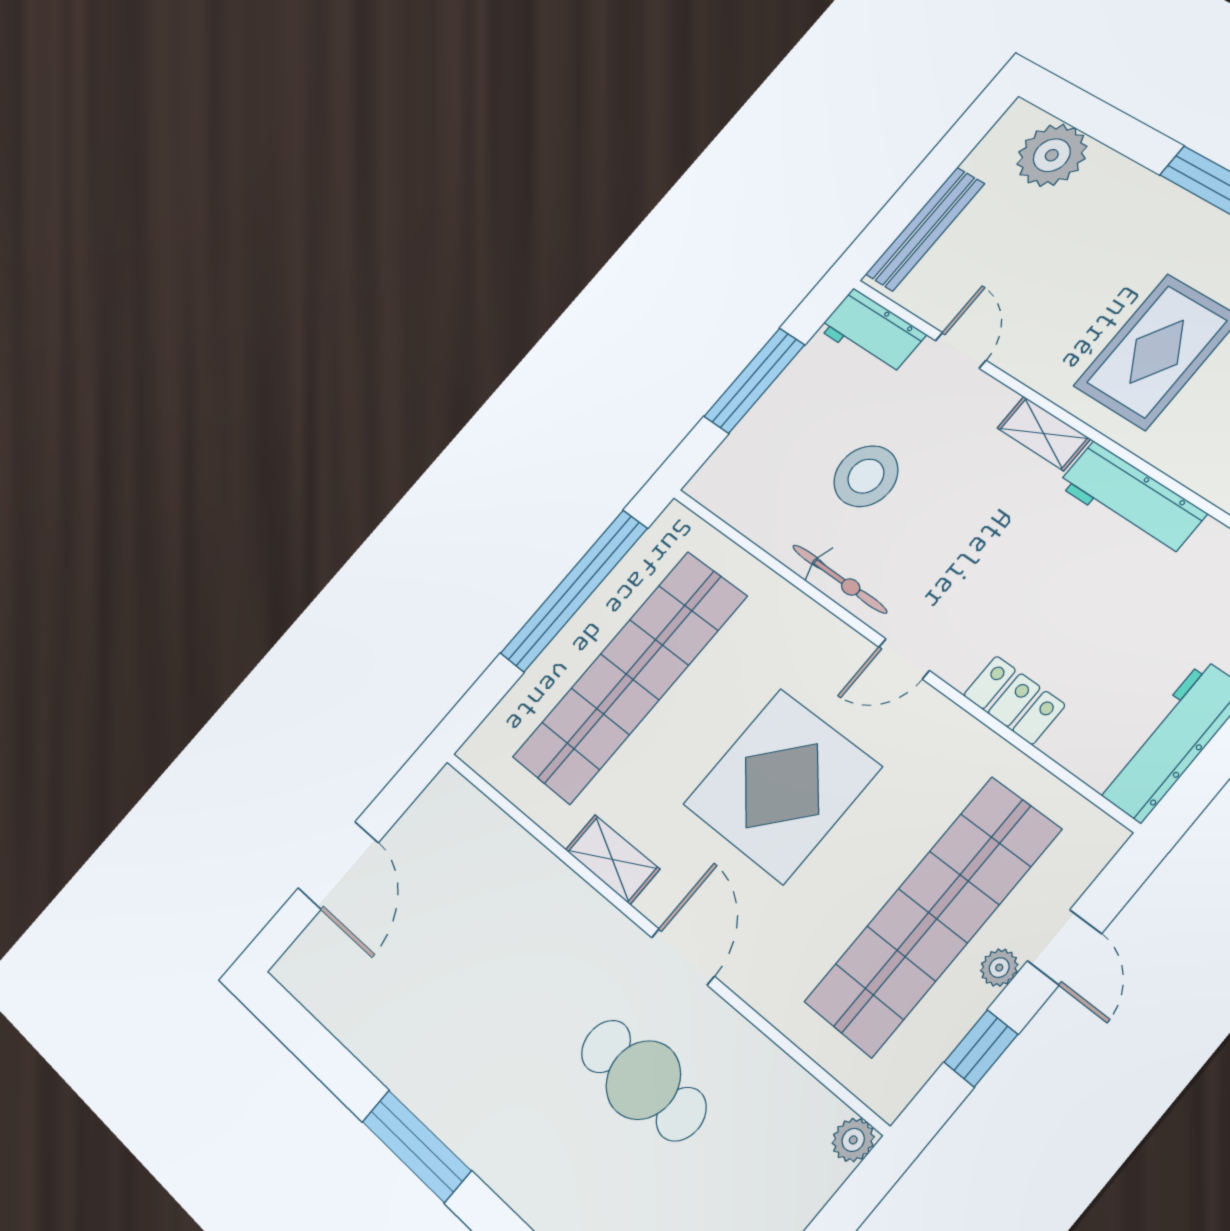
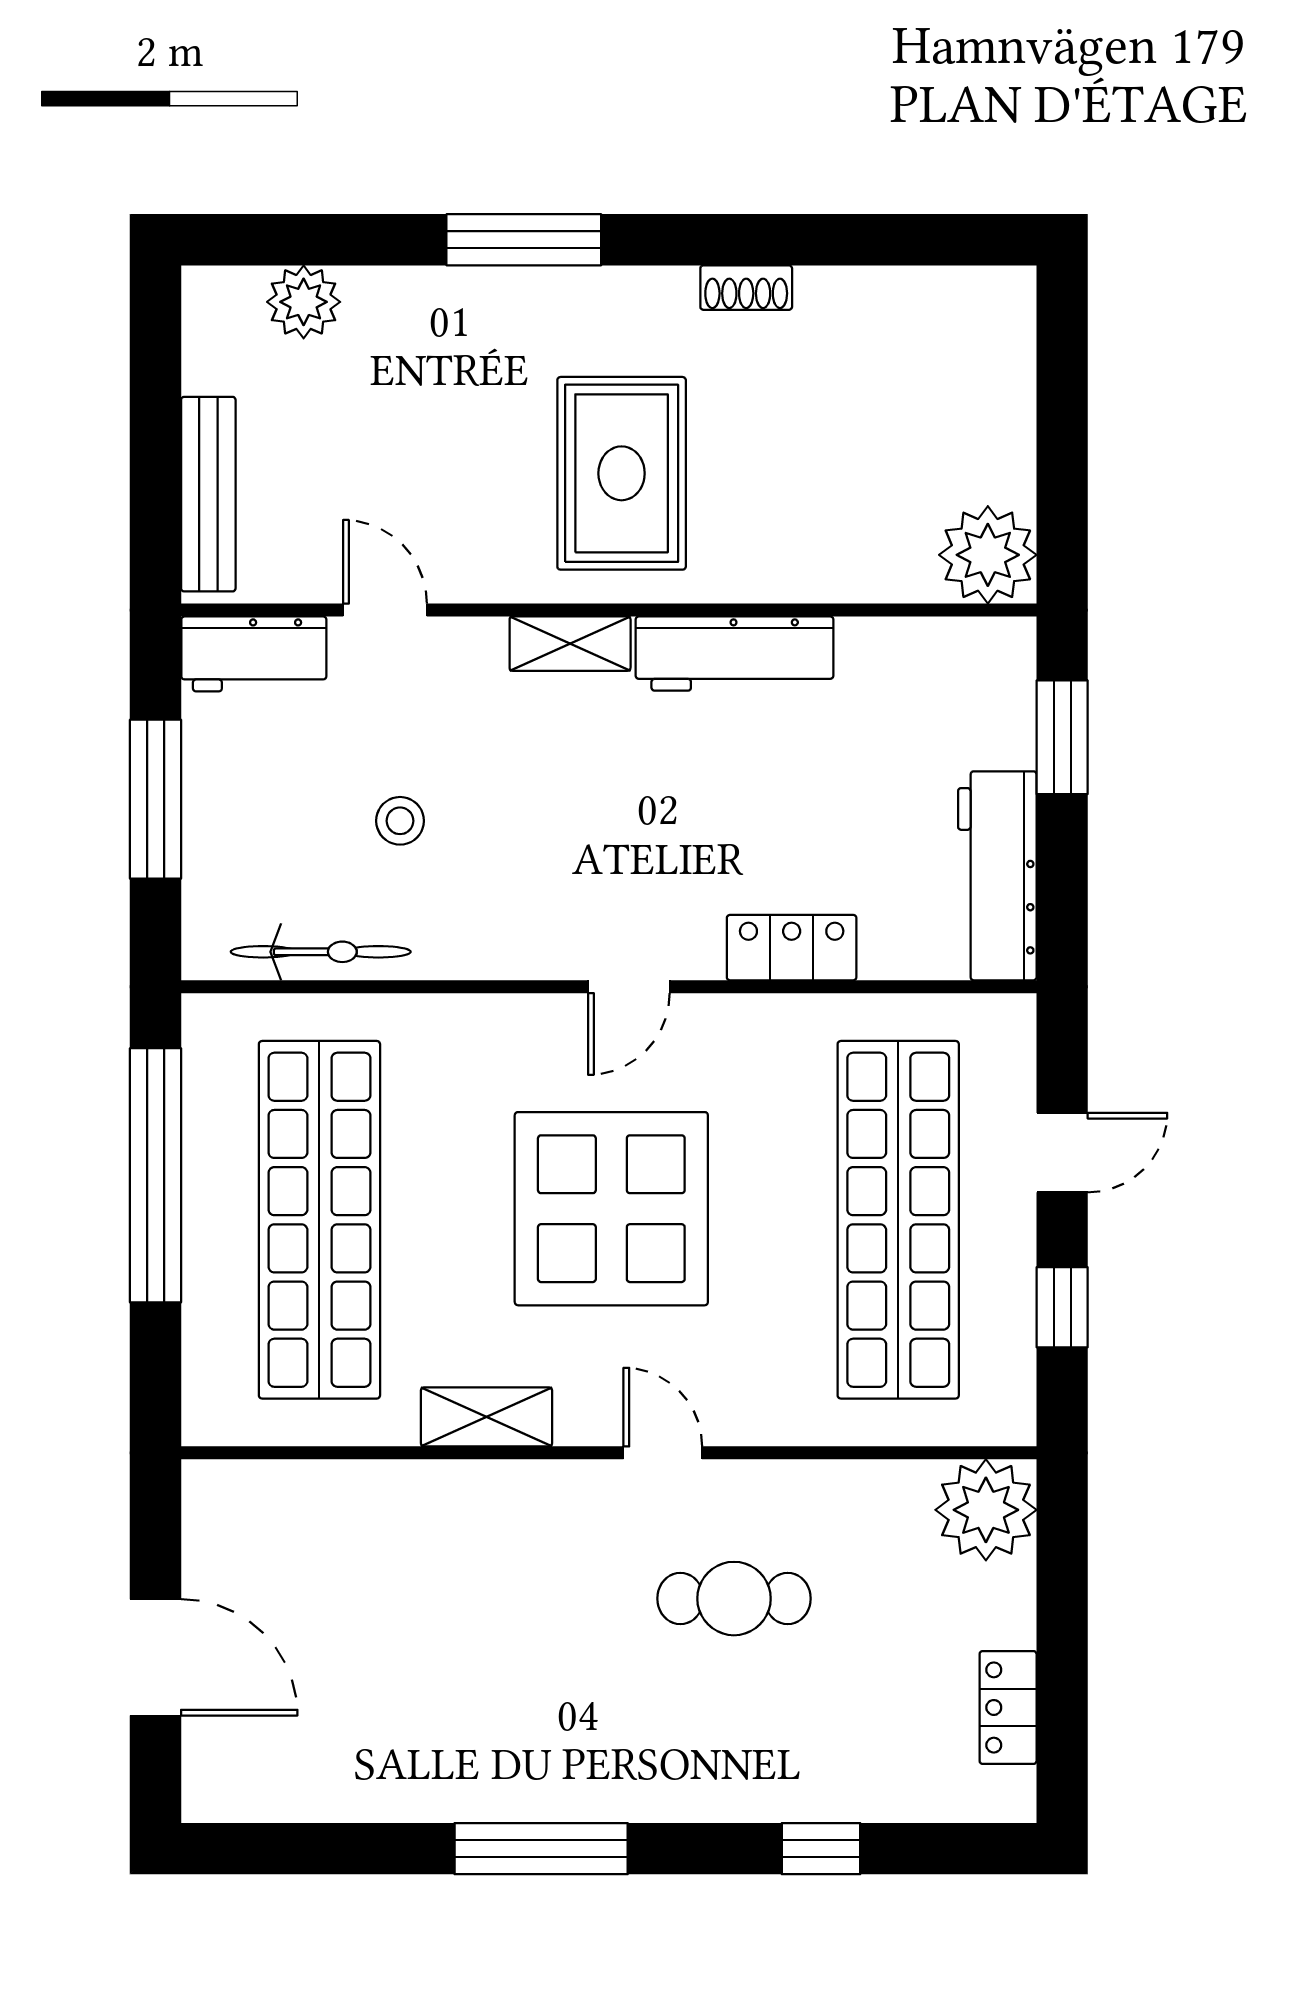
plant: (1052, 155) -> (304, 302), width x0.73, depth x0.73
stool: (866, 476) -> (400, 821), width x0.53, depth x0.53
bicycle: (839, 579) -> (321, 952), moved
door: (1064, 947) -> (1062, 1153), hinge flipped
door: (683, 957) -> (663, 1453), width x0.73
plant: (999, 968) -> (1013, 1219), removed
cafe table: (643, 1080) -> (734, 1599), width x0.73, depth x0.74
plant: (853, 1140) -> (986, 1510), width x1.88, depth x1.88

